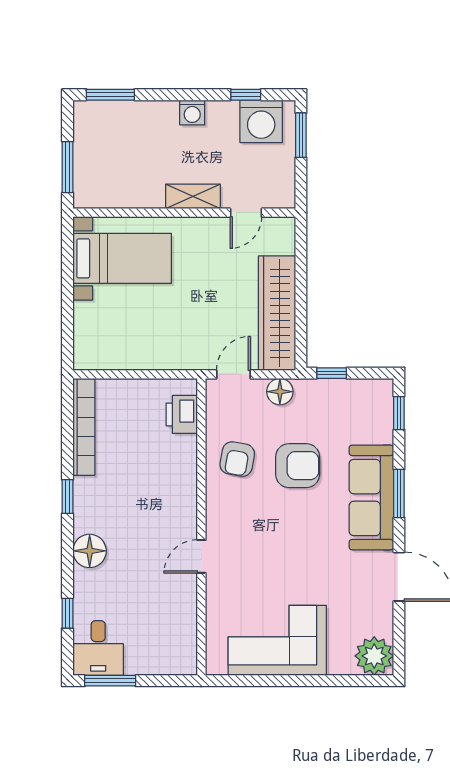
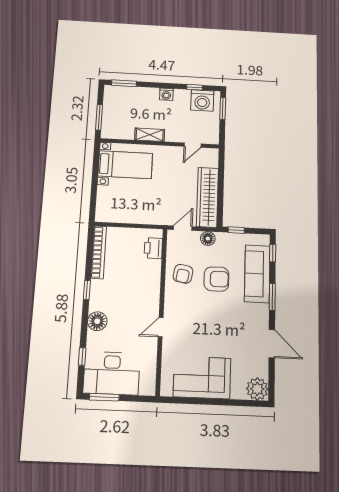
shelving: (193, 196) -> (150, 135), moved
sofa: (371, 498) -> (257, 274), moved
desk: (98, 648) -> (112, 373), width x1.87, depth x1.30

